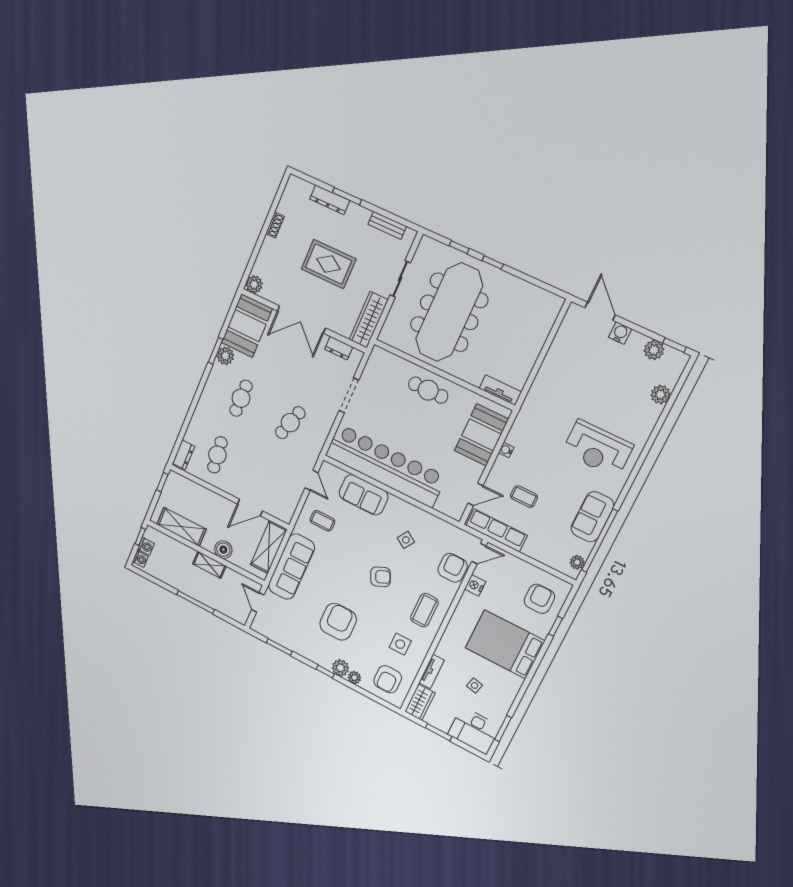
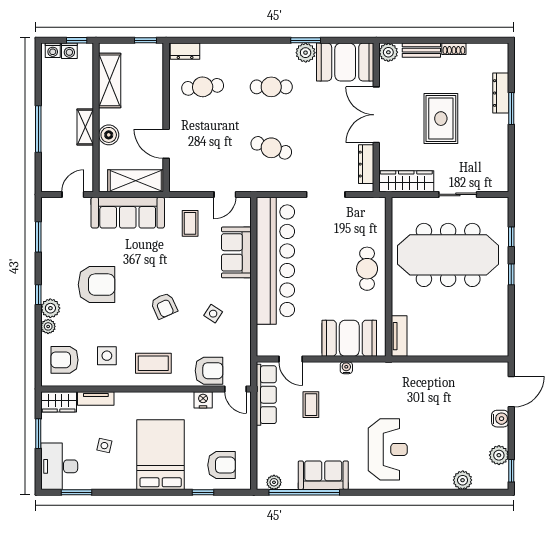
bench: (387, 225) -> (421, 50), moved, turned 90
dresser: (339, 348) -> (366, 164), width x1.44
reception desk: (598, 449) -> (388, 449), turned 180

